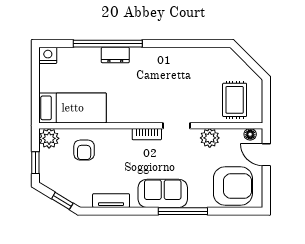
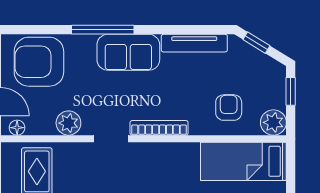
bookcase: (147, 134) -> (159, 128), width x1.56
tv unit: (111, 201) -> (194, 43), width x1.41

